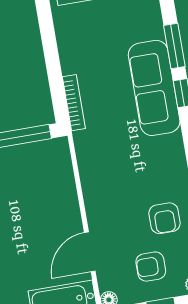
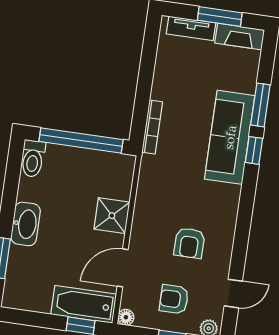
shower: (62, 203) -> (112, 216), added
armchair: (164, 218) -> (189, 243), moved

